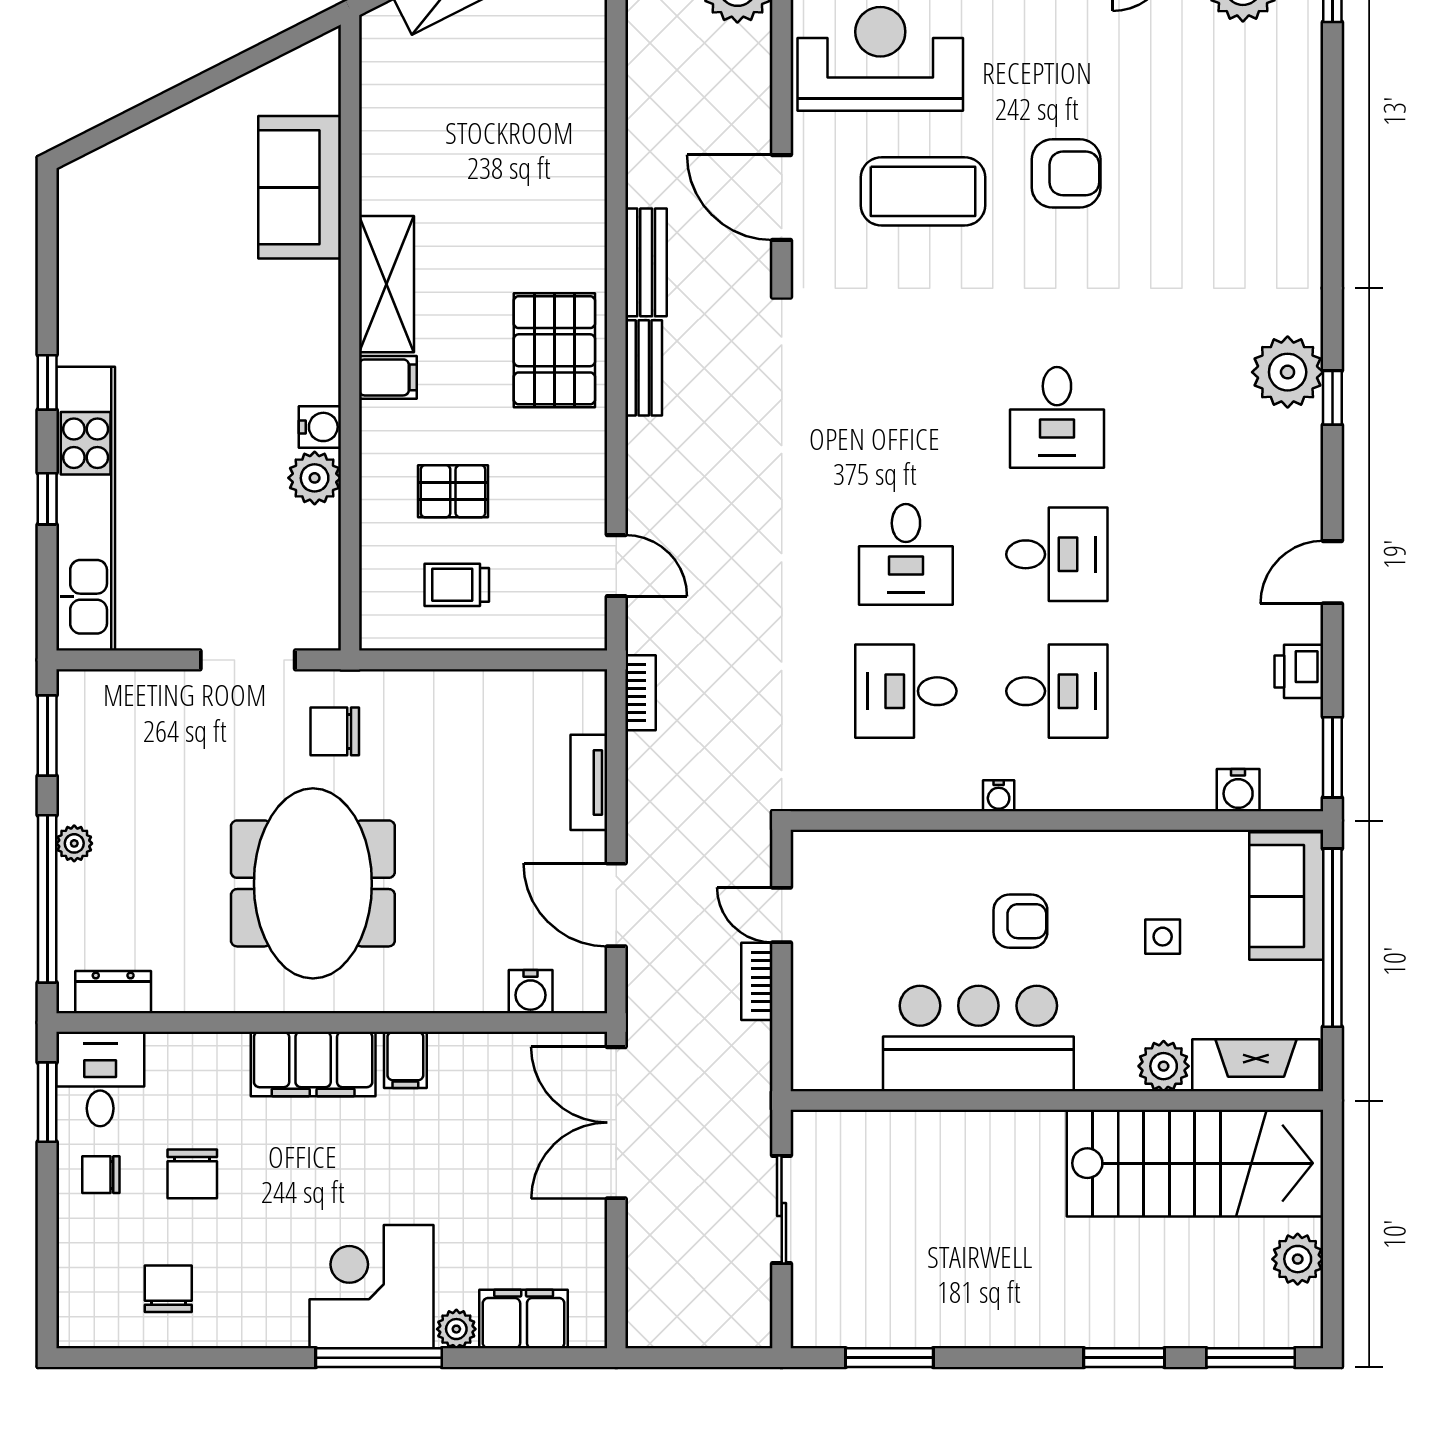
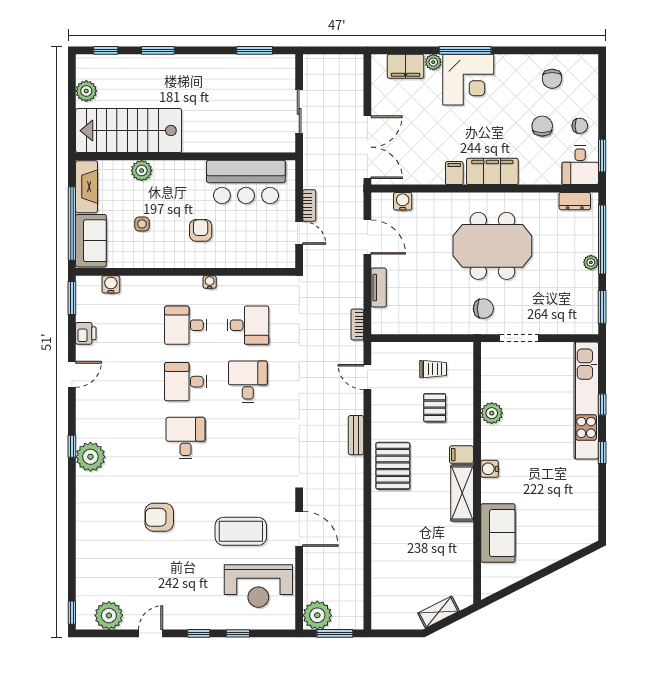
armchair: (1066, 173) -> (159, 517), moved
bench: (646, 262) -> (355, 502), removed
bench: (644, 368) -> (356, 435), moved
water cooler: (320, 427) -> (490, 469), moved
pallet: (453, 491) -> (435, 408), turned 90
meeting table: (313, 883) -> (492, 246), turned 90
armchair: (1020, 921) -> (201, 230), turned 90
bar counter: (978, 1038) -> (246, 182), moved
fireplace: (1256, 1065) -> (87, 187), moved, turned -90
window: (1251, 1358) -> (106, 50), width x0.67

